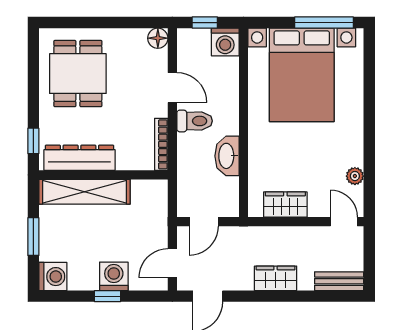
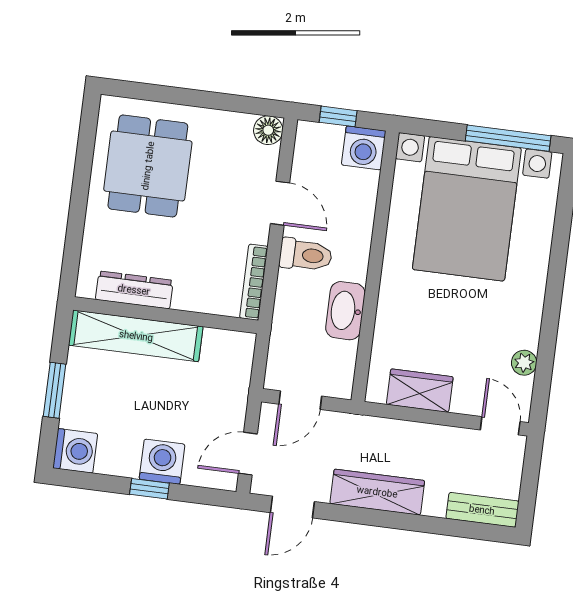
window: (33, 141) -> (72, 254), removed
dresser: (79, 158) -> (134, 290), width x0.73, depth x0.80
wardrobe: (276, 278) -> (377, 492), width x1.50

